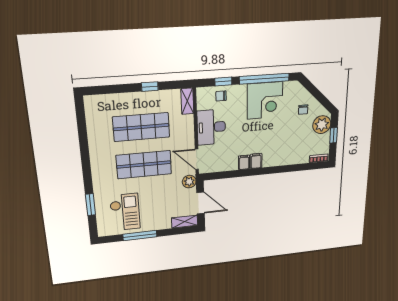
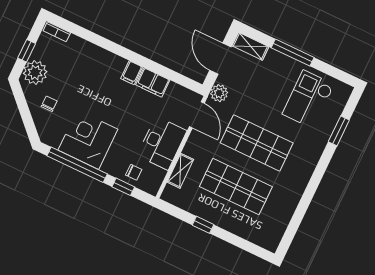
shelving: (187, 101) -> (180, 171), moved
filing cabinet: (244, 162) -> (153, 82), width x2.00
window: (140, 235) -> (293, 53), moved

